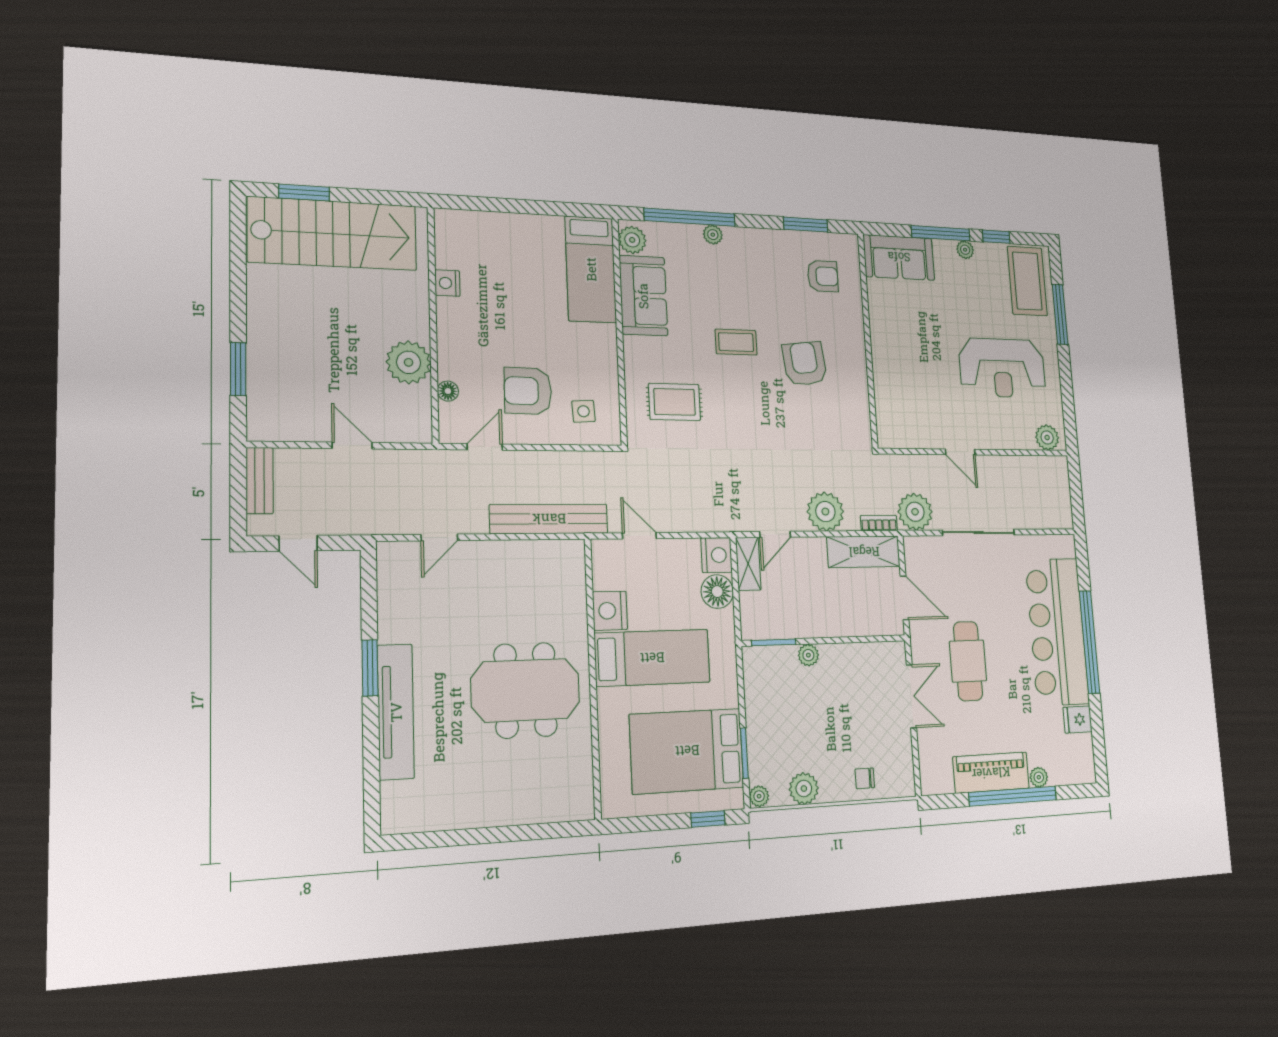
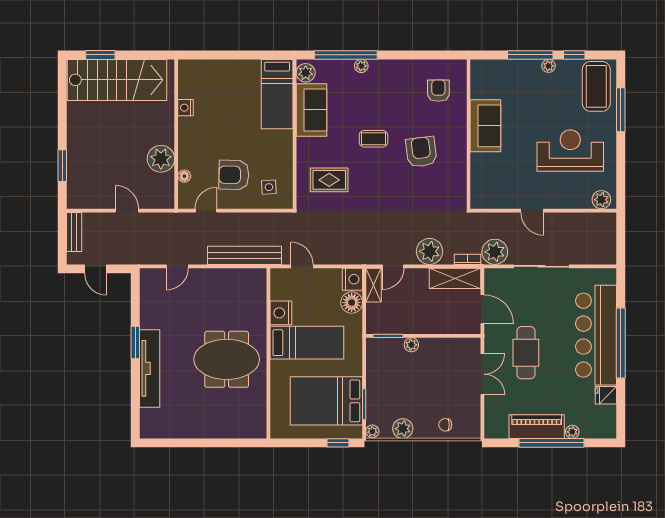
window: (806, 225) -> (428, 55), removed
sofa: (899, 257) -> (485, 126), moved, turned -90
armchair: (823, 276) -> (438, 91), turned -90
reception desk: (1002, 368) -> (570, 151), turned 180

